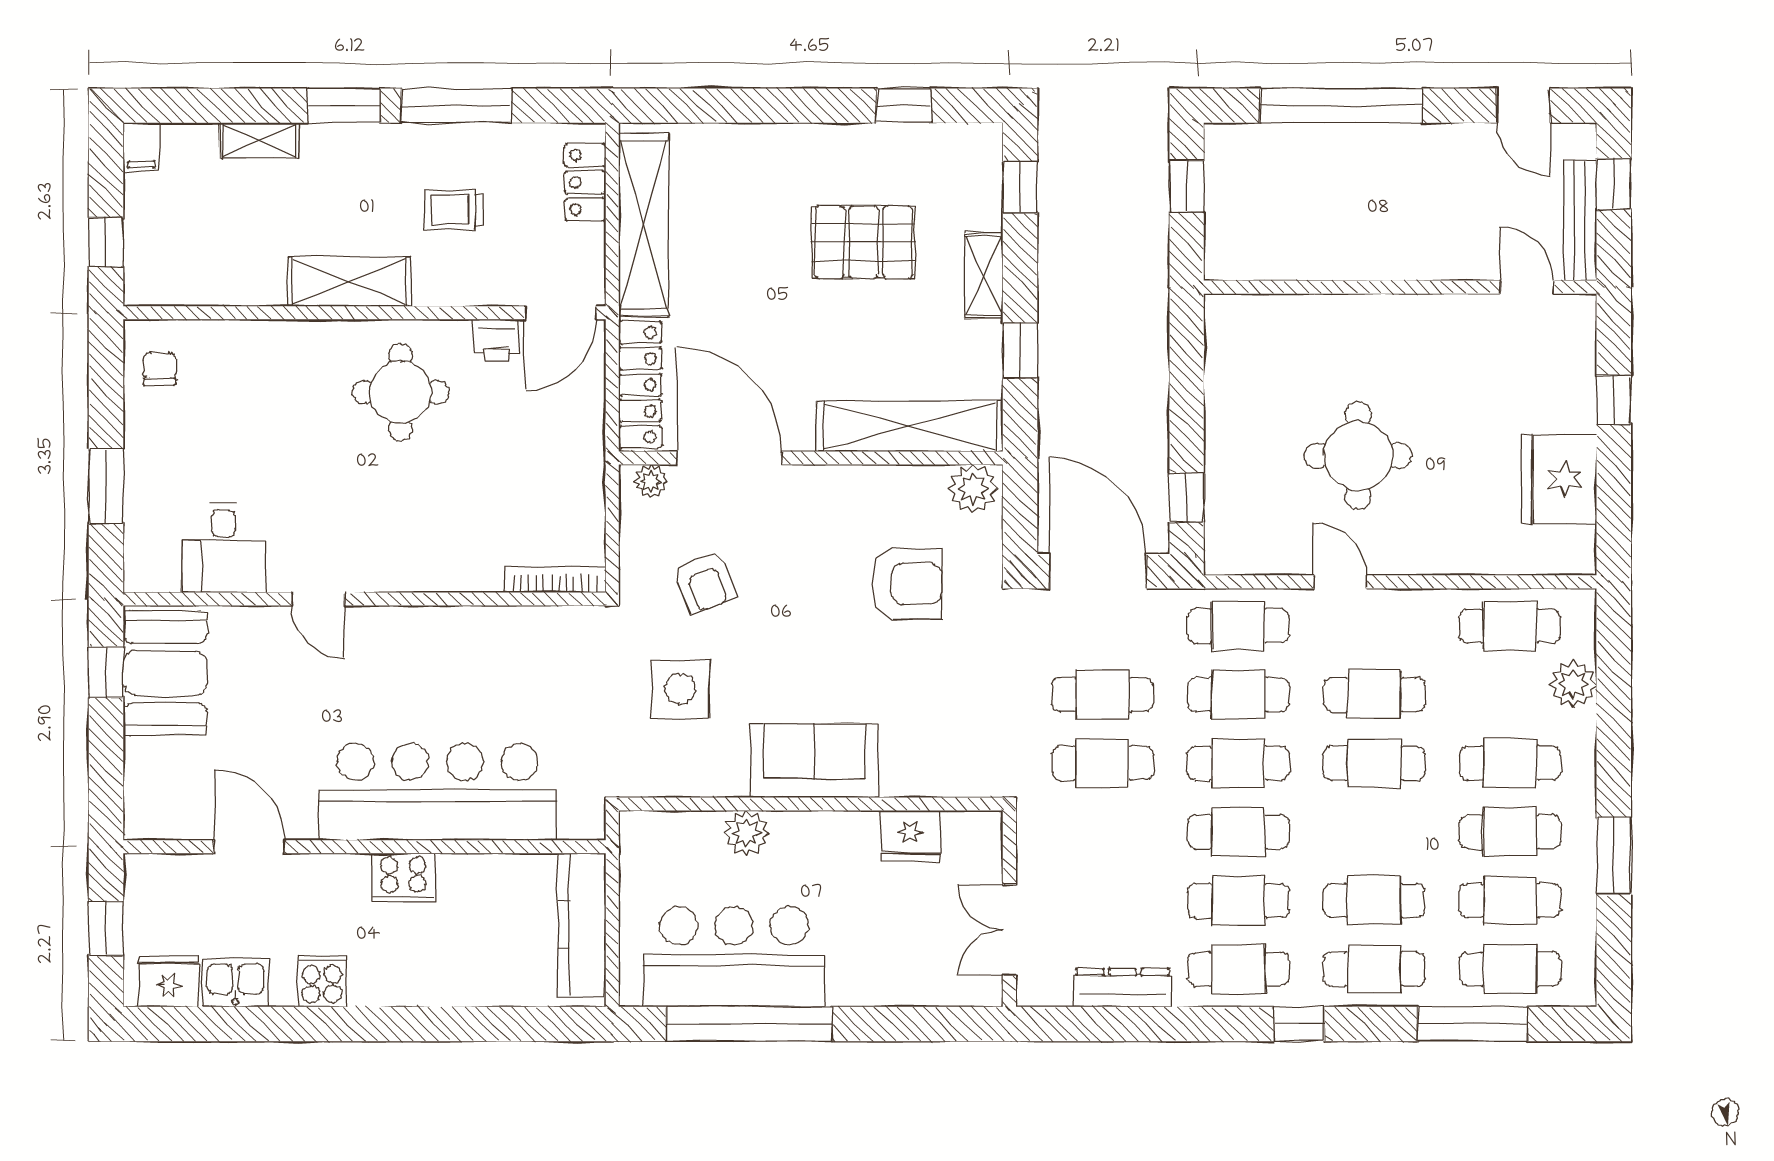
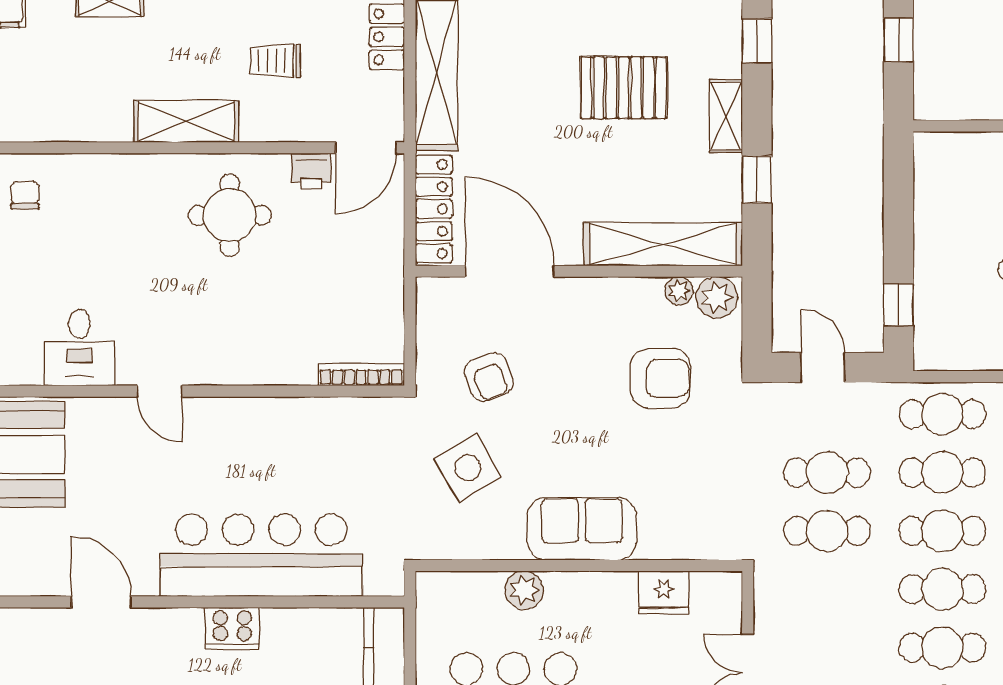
plant: (651, 481) -> (679, 291), moved
door: (1098, 571) -> (823, 368), width x0.53
side table: (680, 689) -> (468, 468), turned -31

